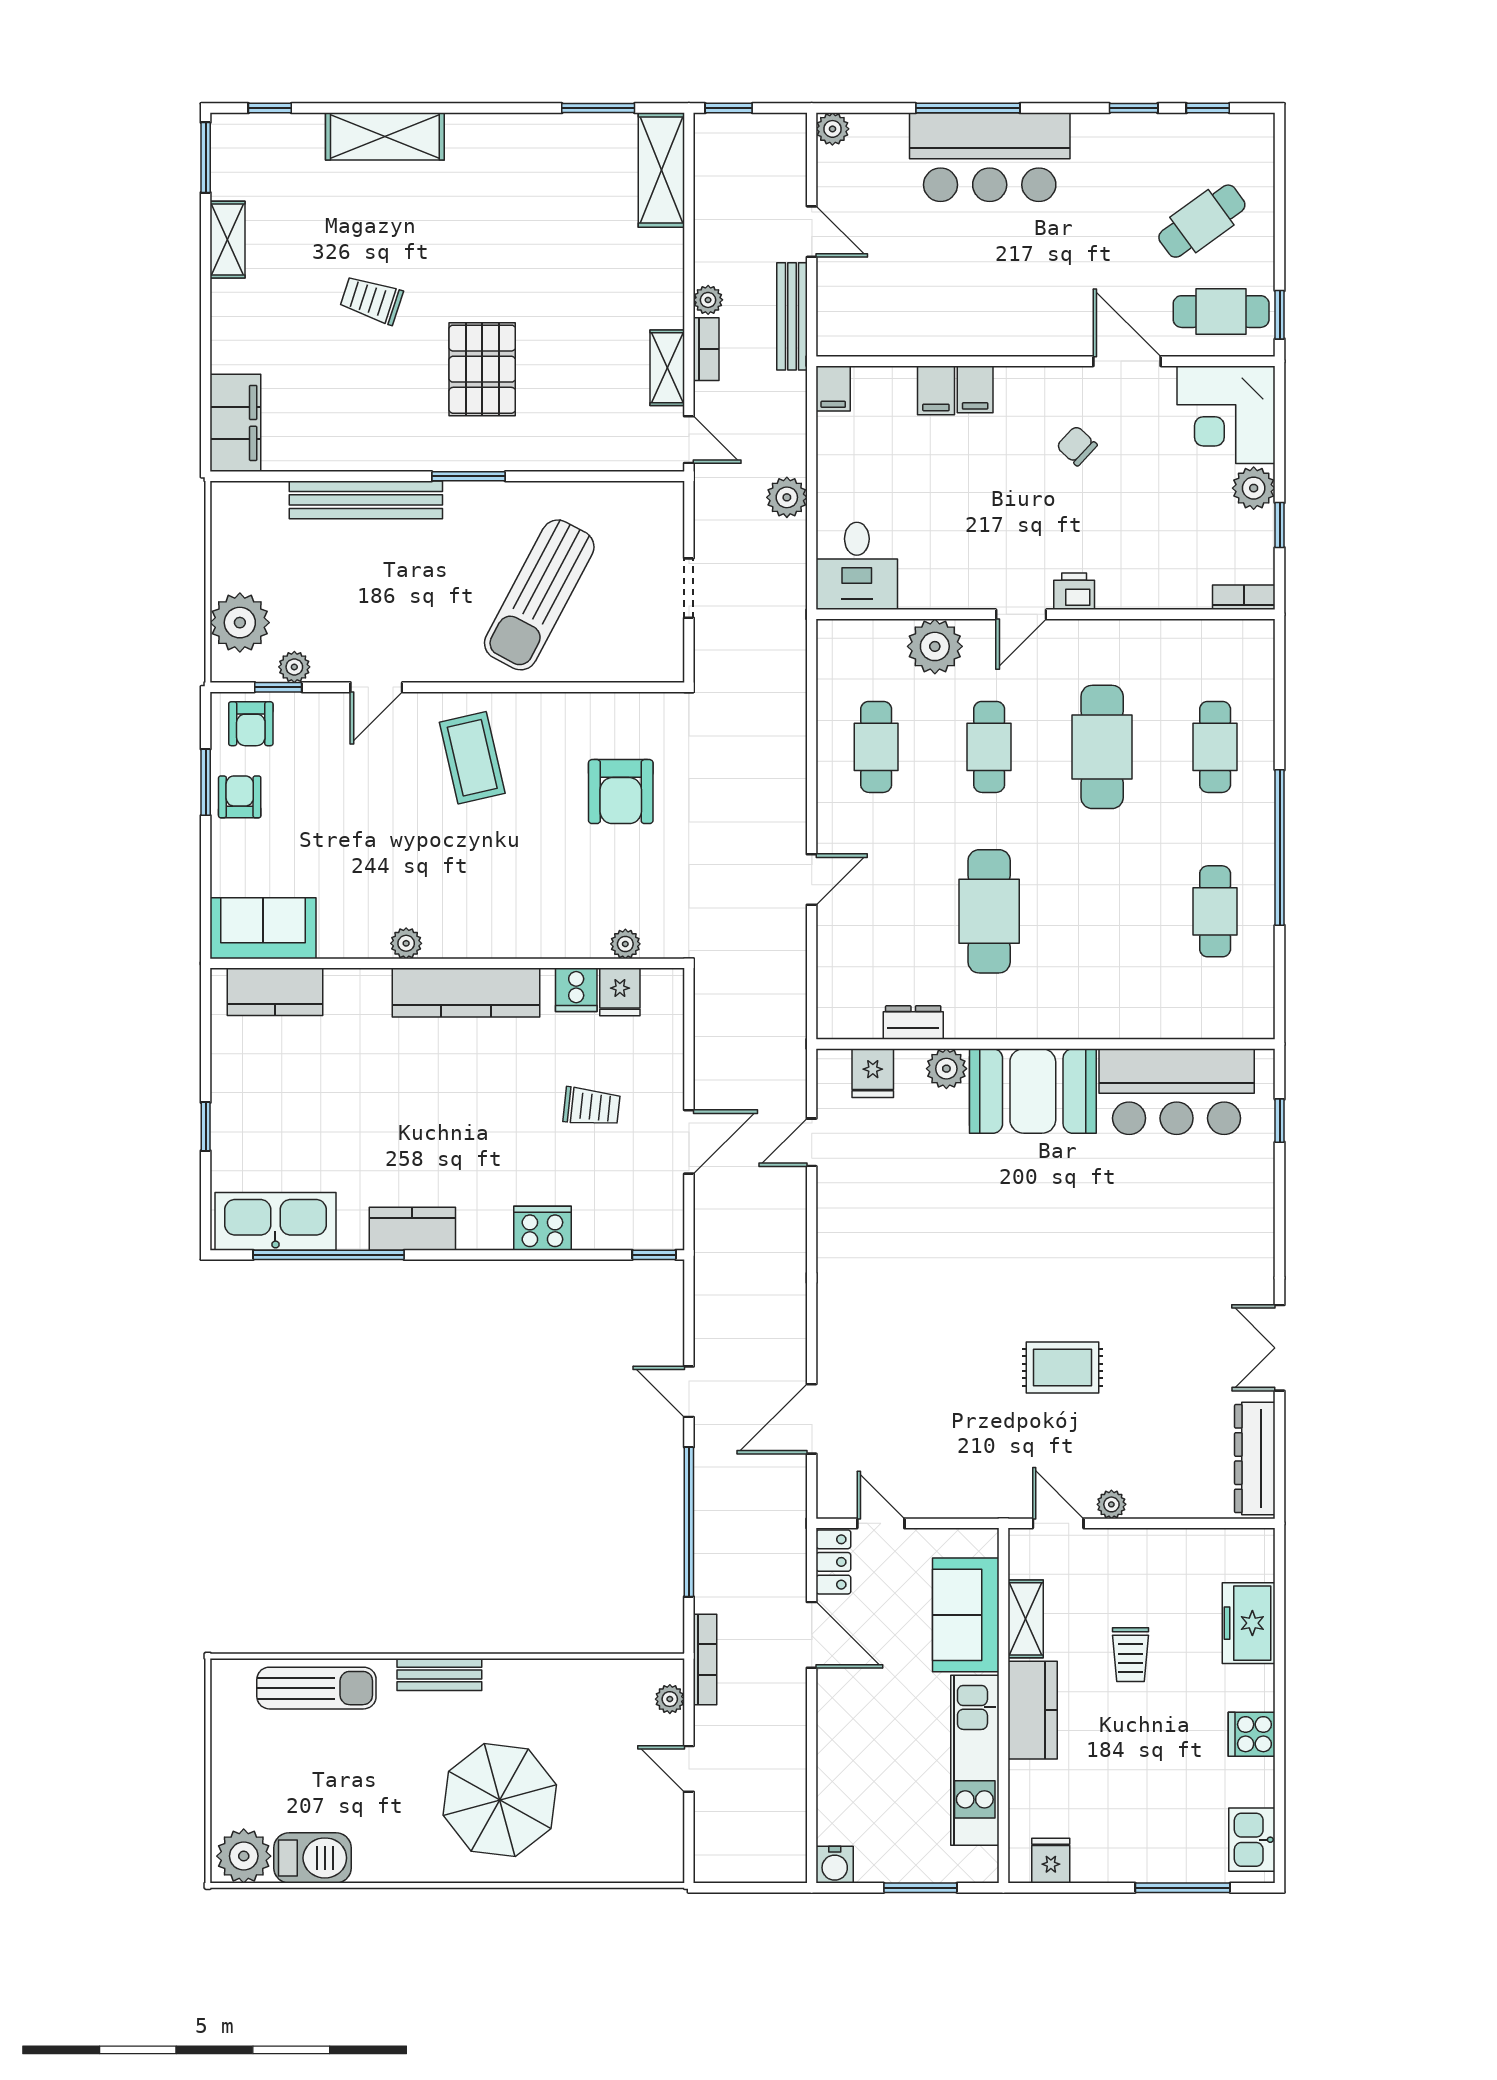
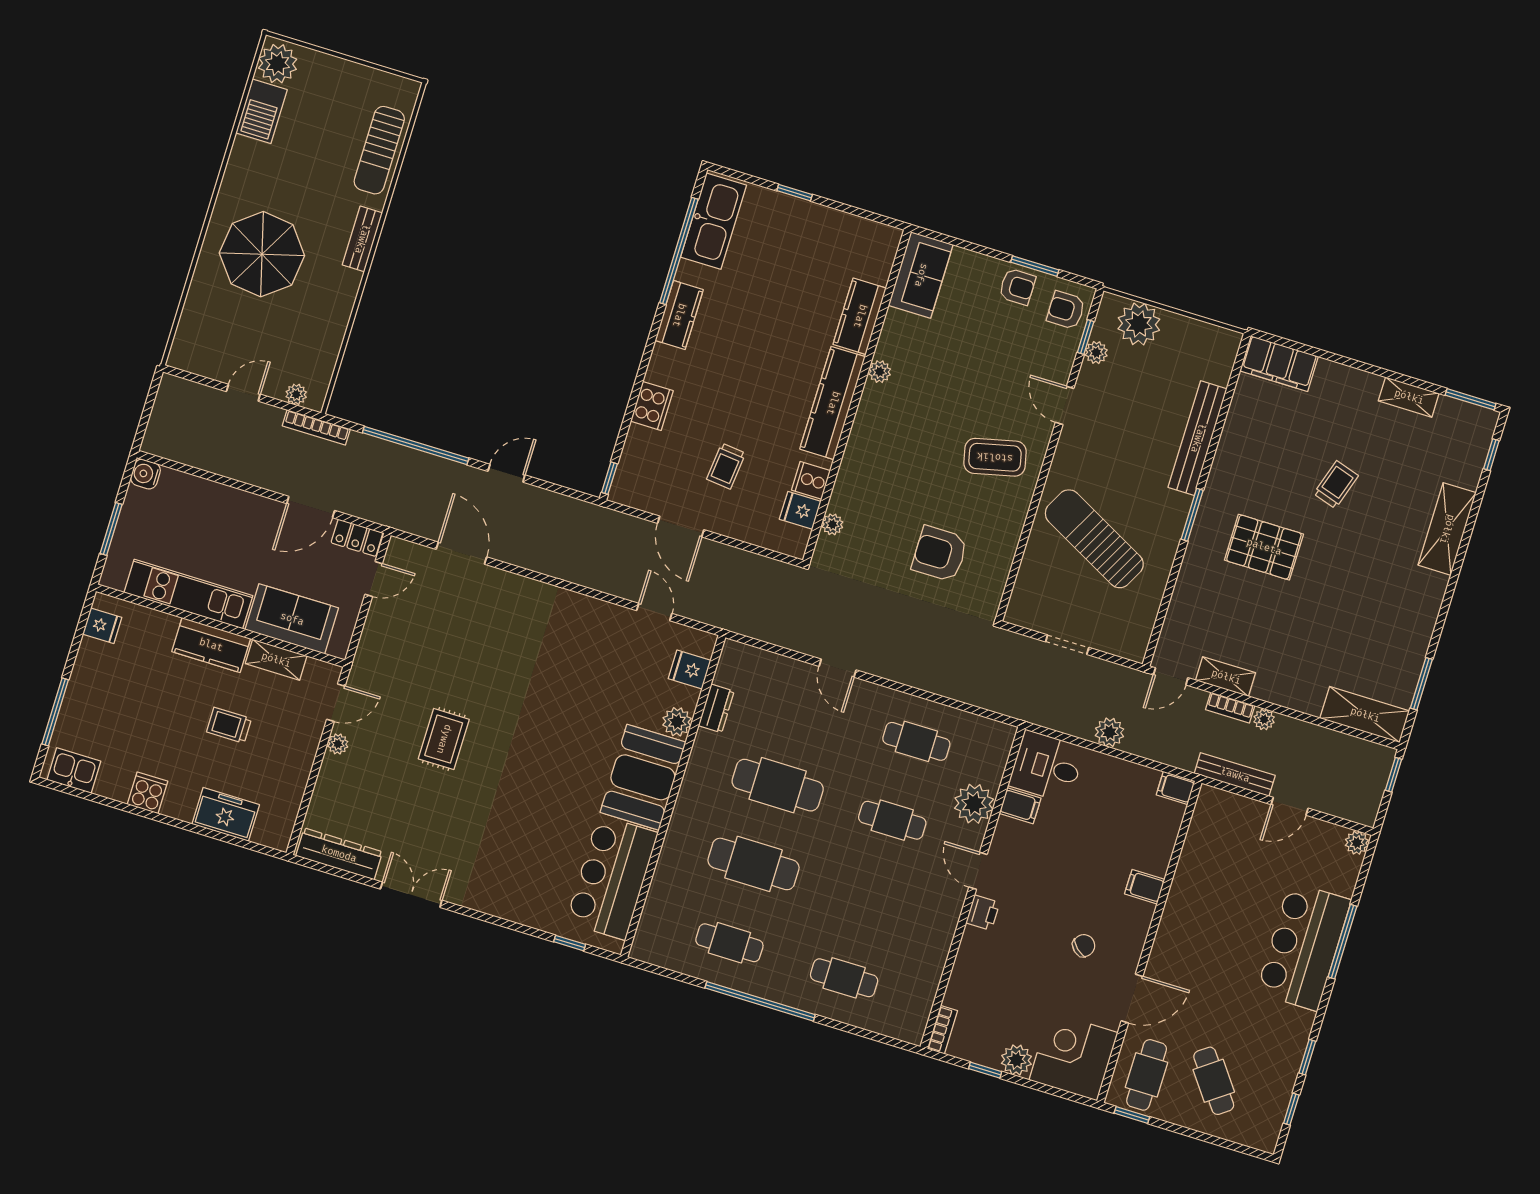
filing cabinet: (936, 390) -> (1020, 806), moved, turned 180
cafe table: (1102, 747) -> (754, 864), moved
kitchen counter: (275, 992) -> (860, 316), moved

